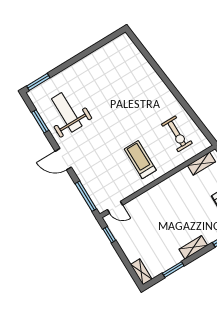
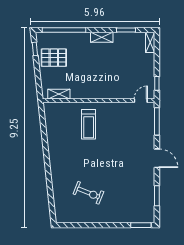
weight bench: (67, 112) -> (134, 191), removed
exercise bike: (177, 134) -> (88, 193), moved, turned 112
treadmill: (140, 160) -> (89, 124), moved
door: (115, 207) -> (141, 101), hinge flipped

